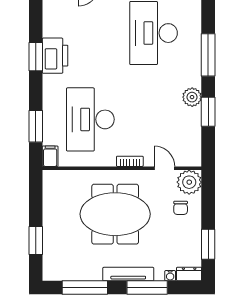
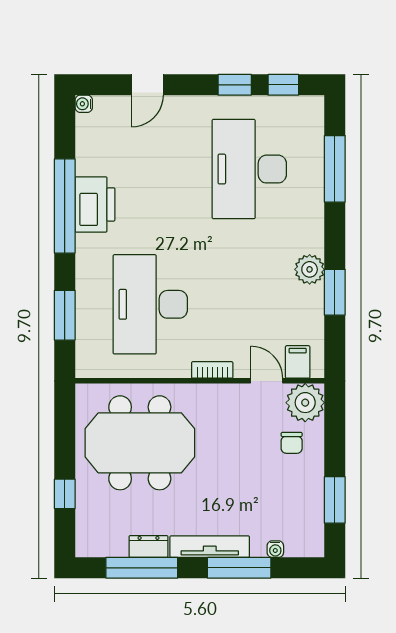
window: (208, 55) -> (335, 169), moved
window: (36, 57) -> (65, 206), width x2.11
filing cabinet: (50, 156) -> (298, 362), moved
meeting table: (115, 214) -> (140, 443), moved
window: (36, 240) -> (65, 494), width x0.67
dresser: (189, 274) -> (148, 546), moved

